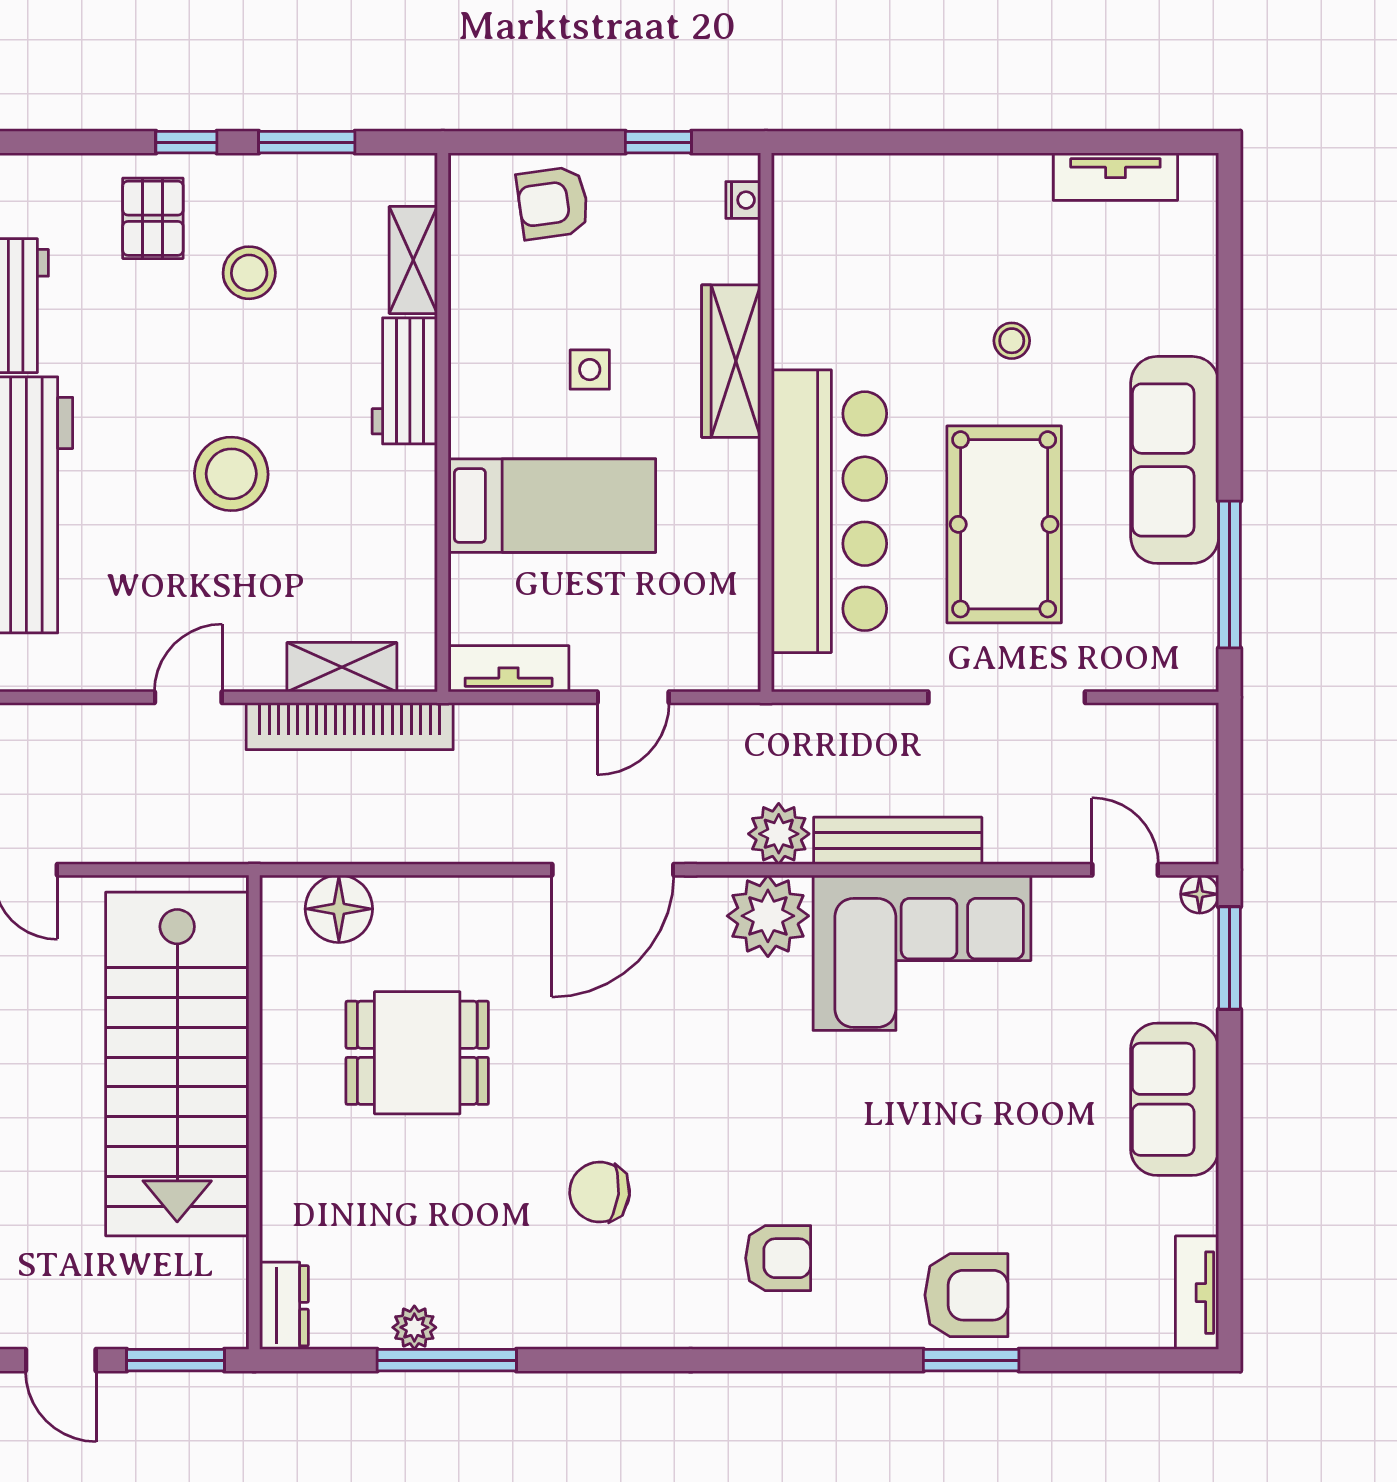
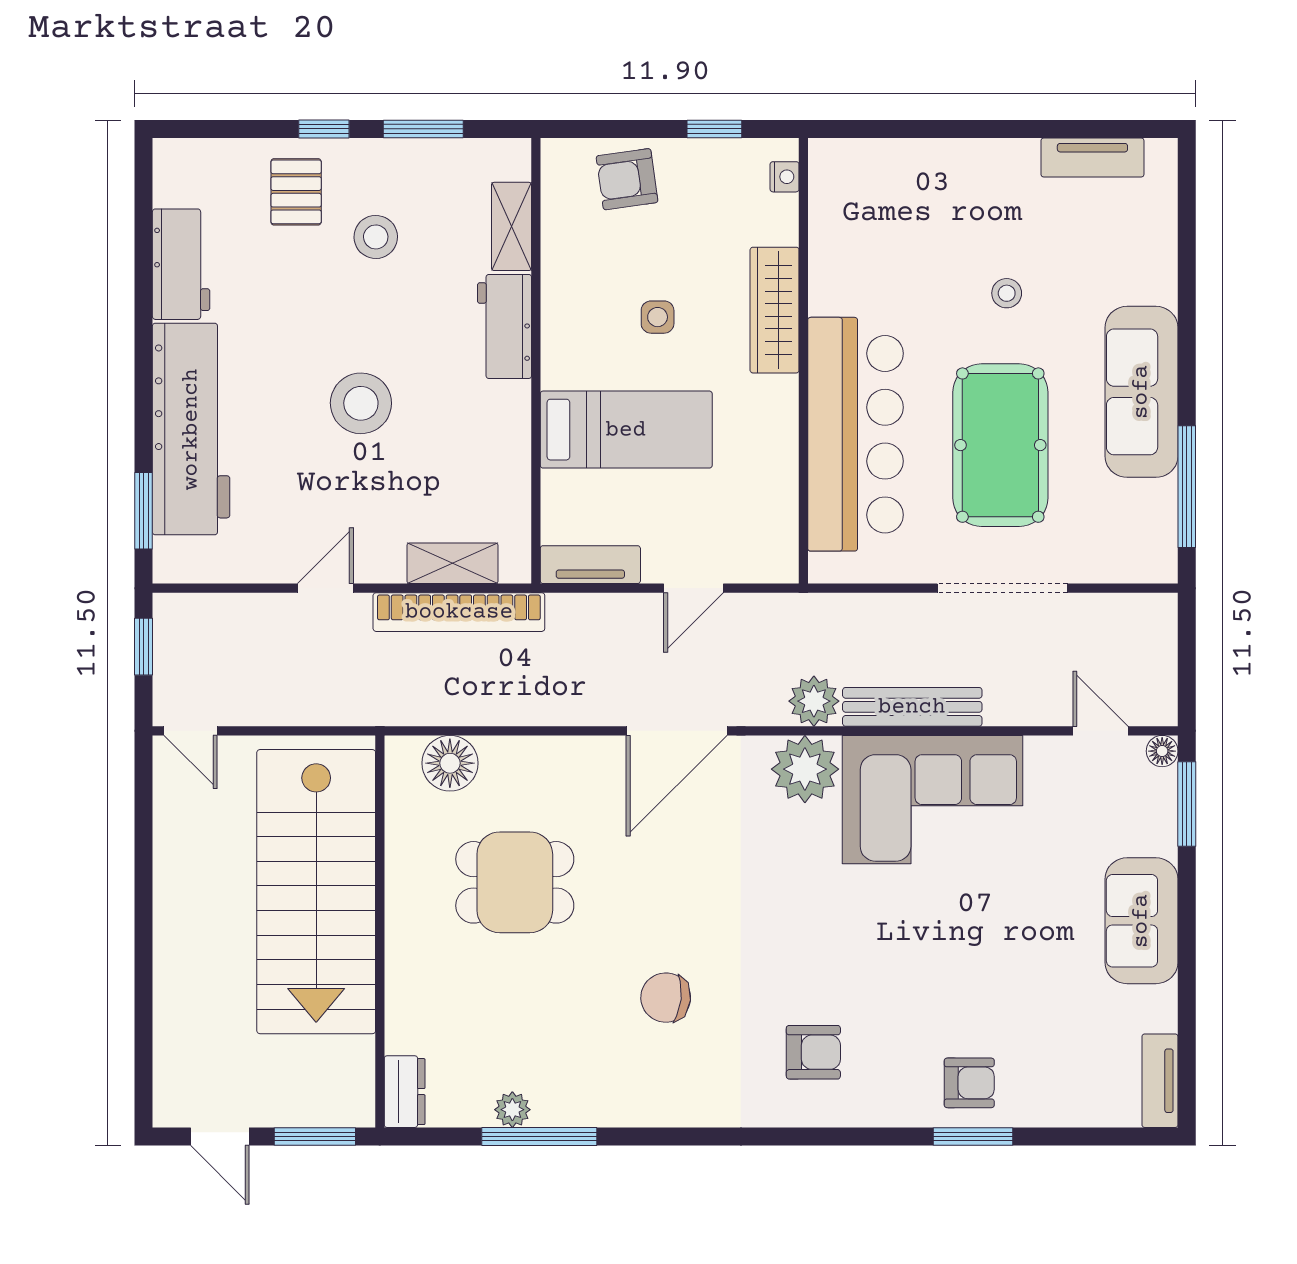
armchair: (966, 1295) -> (969, 1083), width x0.72, depth x0.72

